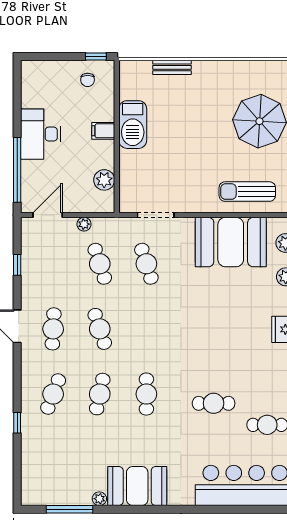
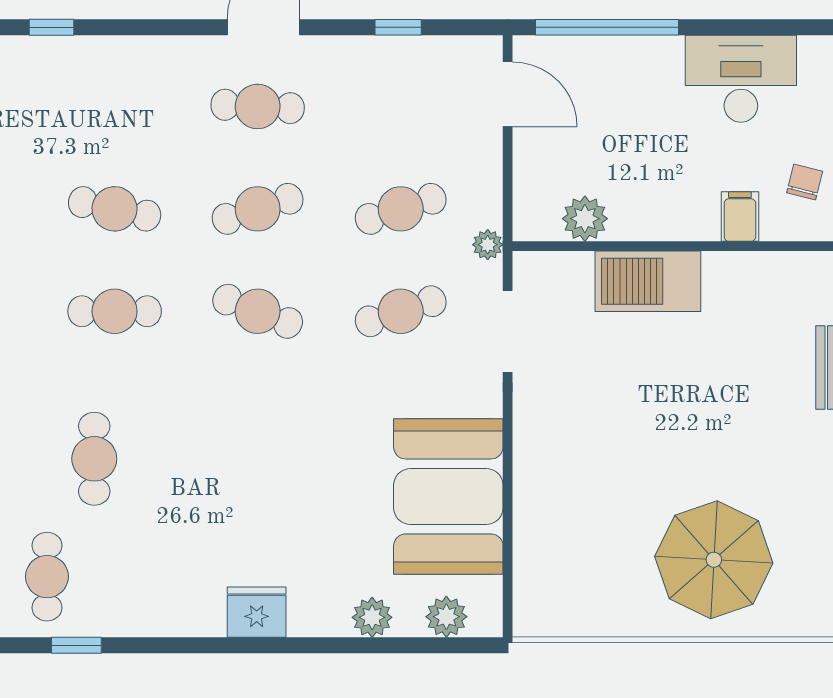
chair: (88, 80) -> (805, 182), turned 104
barbecue: (133, 125) -> (648, 281), moved
filing cabinet: (103, 131) -> (740, 217), moved
desk: (40, 134) -> (741, 79), moved
sun lounger: (247, 192) -> (559, 533), removed
plant: (84, 224) -> (488, 245), moved
cafe table: (53, 394) -> (258, 311), moved

